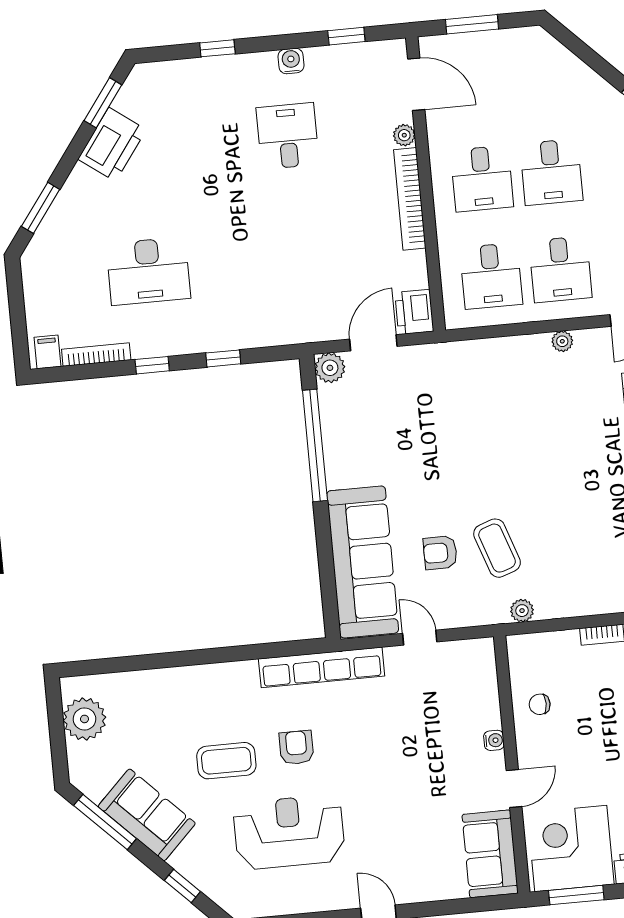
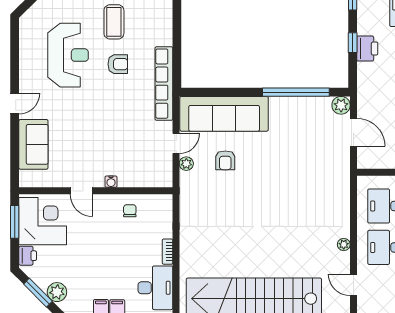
printer: (414, 312) -> (367, 49), moved, turned 90
coffee table: (497, 548) -> (225, 194), removed
armchair: (440, 553) -> (225, 160), turned 180
plant: (522, 611) -> (186, 164), moved
sofa: (490, 854) -> (33, 144), moved, turned 90

